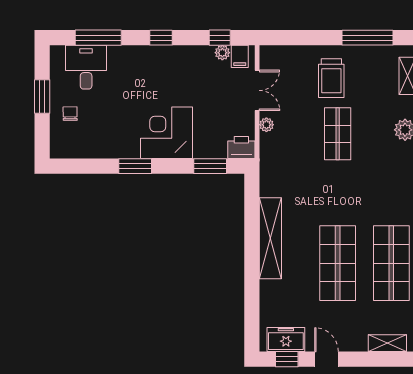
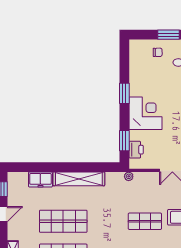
plant: (266, 125) -> (129, 176), moved
printer: (241, 148) -> (136, 150), moved
freezer: (286, 340) -> (40, 180), moved, turned 90

